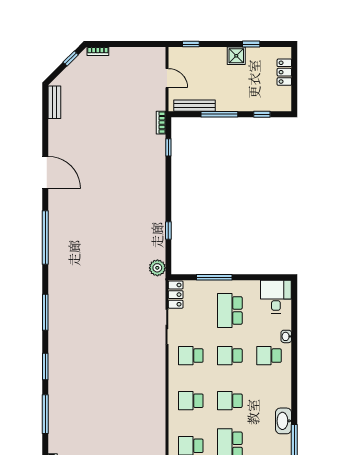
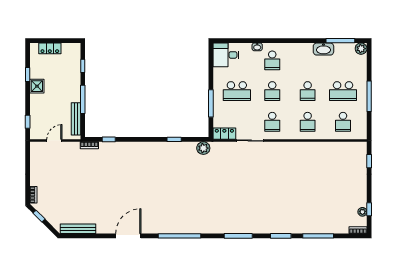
bench: (54, 102) -> (78, 229), width x1.36

